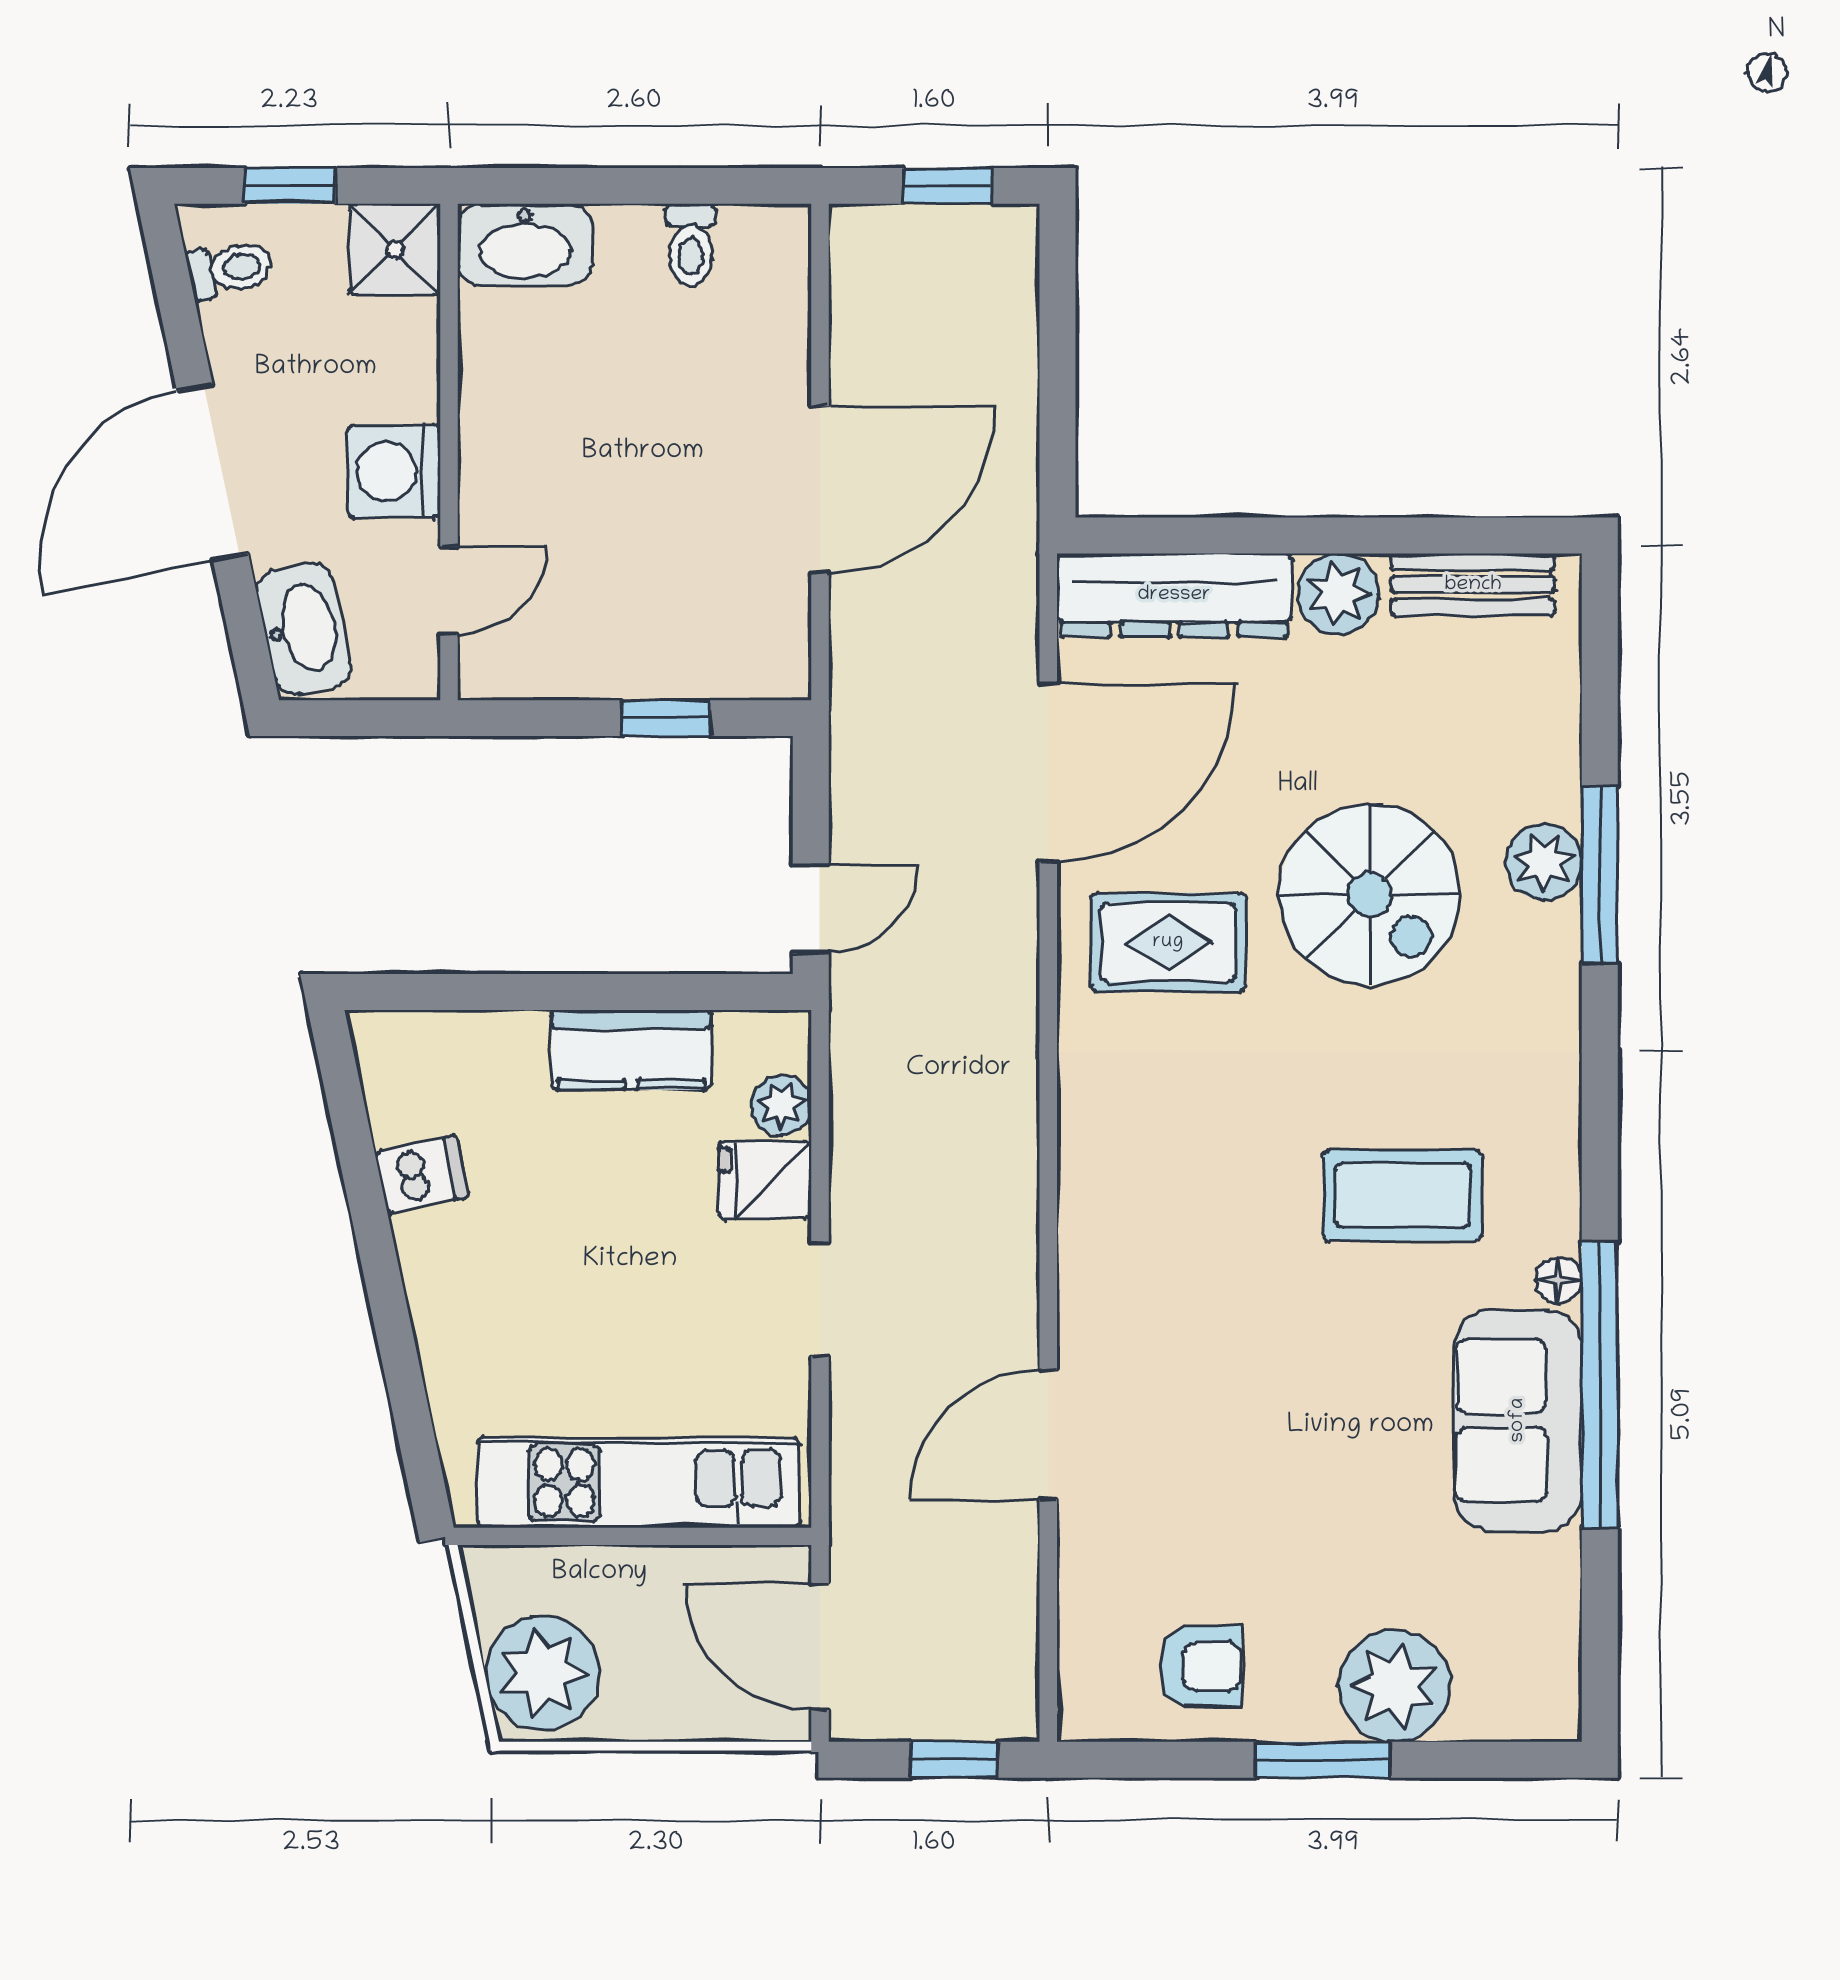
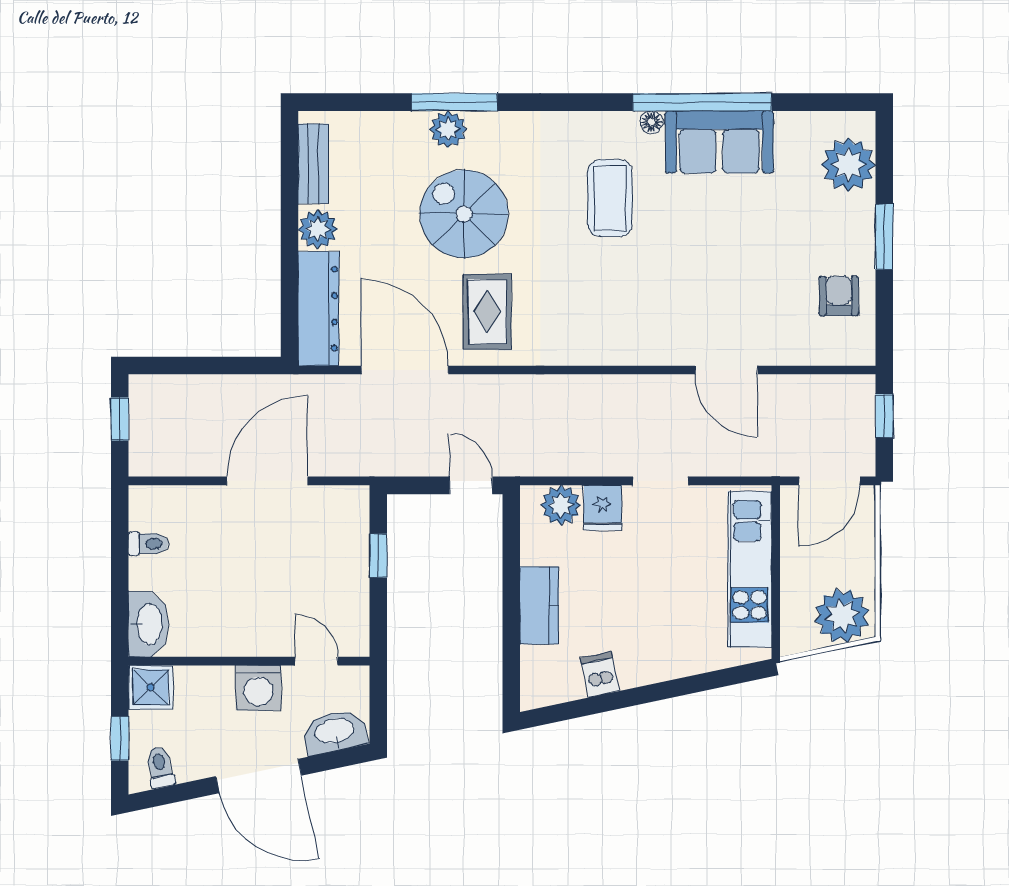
door: (820, 490) -> (267, 481), hinge flipped
spiral stairs: (1370, 895) -> (464, 214), turned -90
kitchen counter: (631, 1050) -> (539, 605), moved
plant: (781, 1105) -> (561, 505), width x1.38, depth x1.38
plant: (1395, 1686) -> (848, 165), moved

